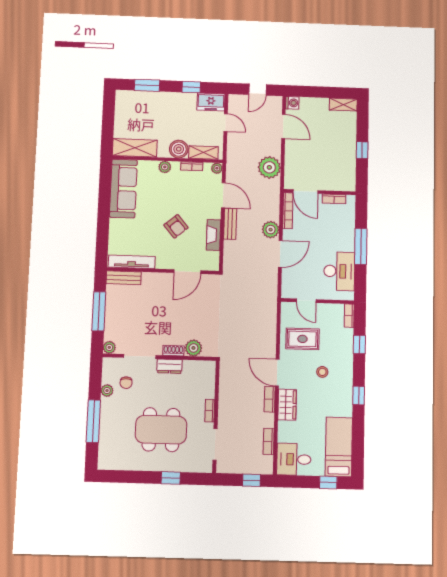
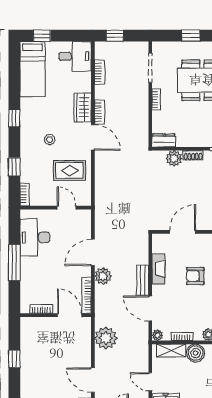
armchair: (176, 226) -> (195, 276), turned -50
dresser: (170, 366) -> (164, 140), moved

